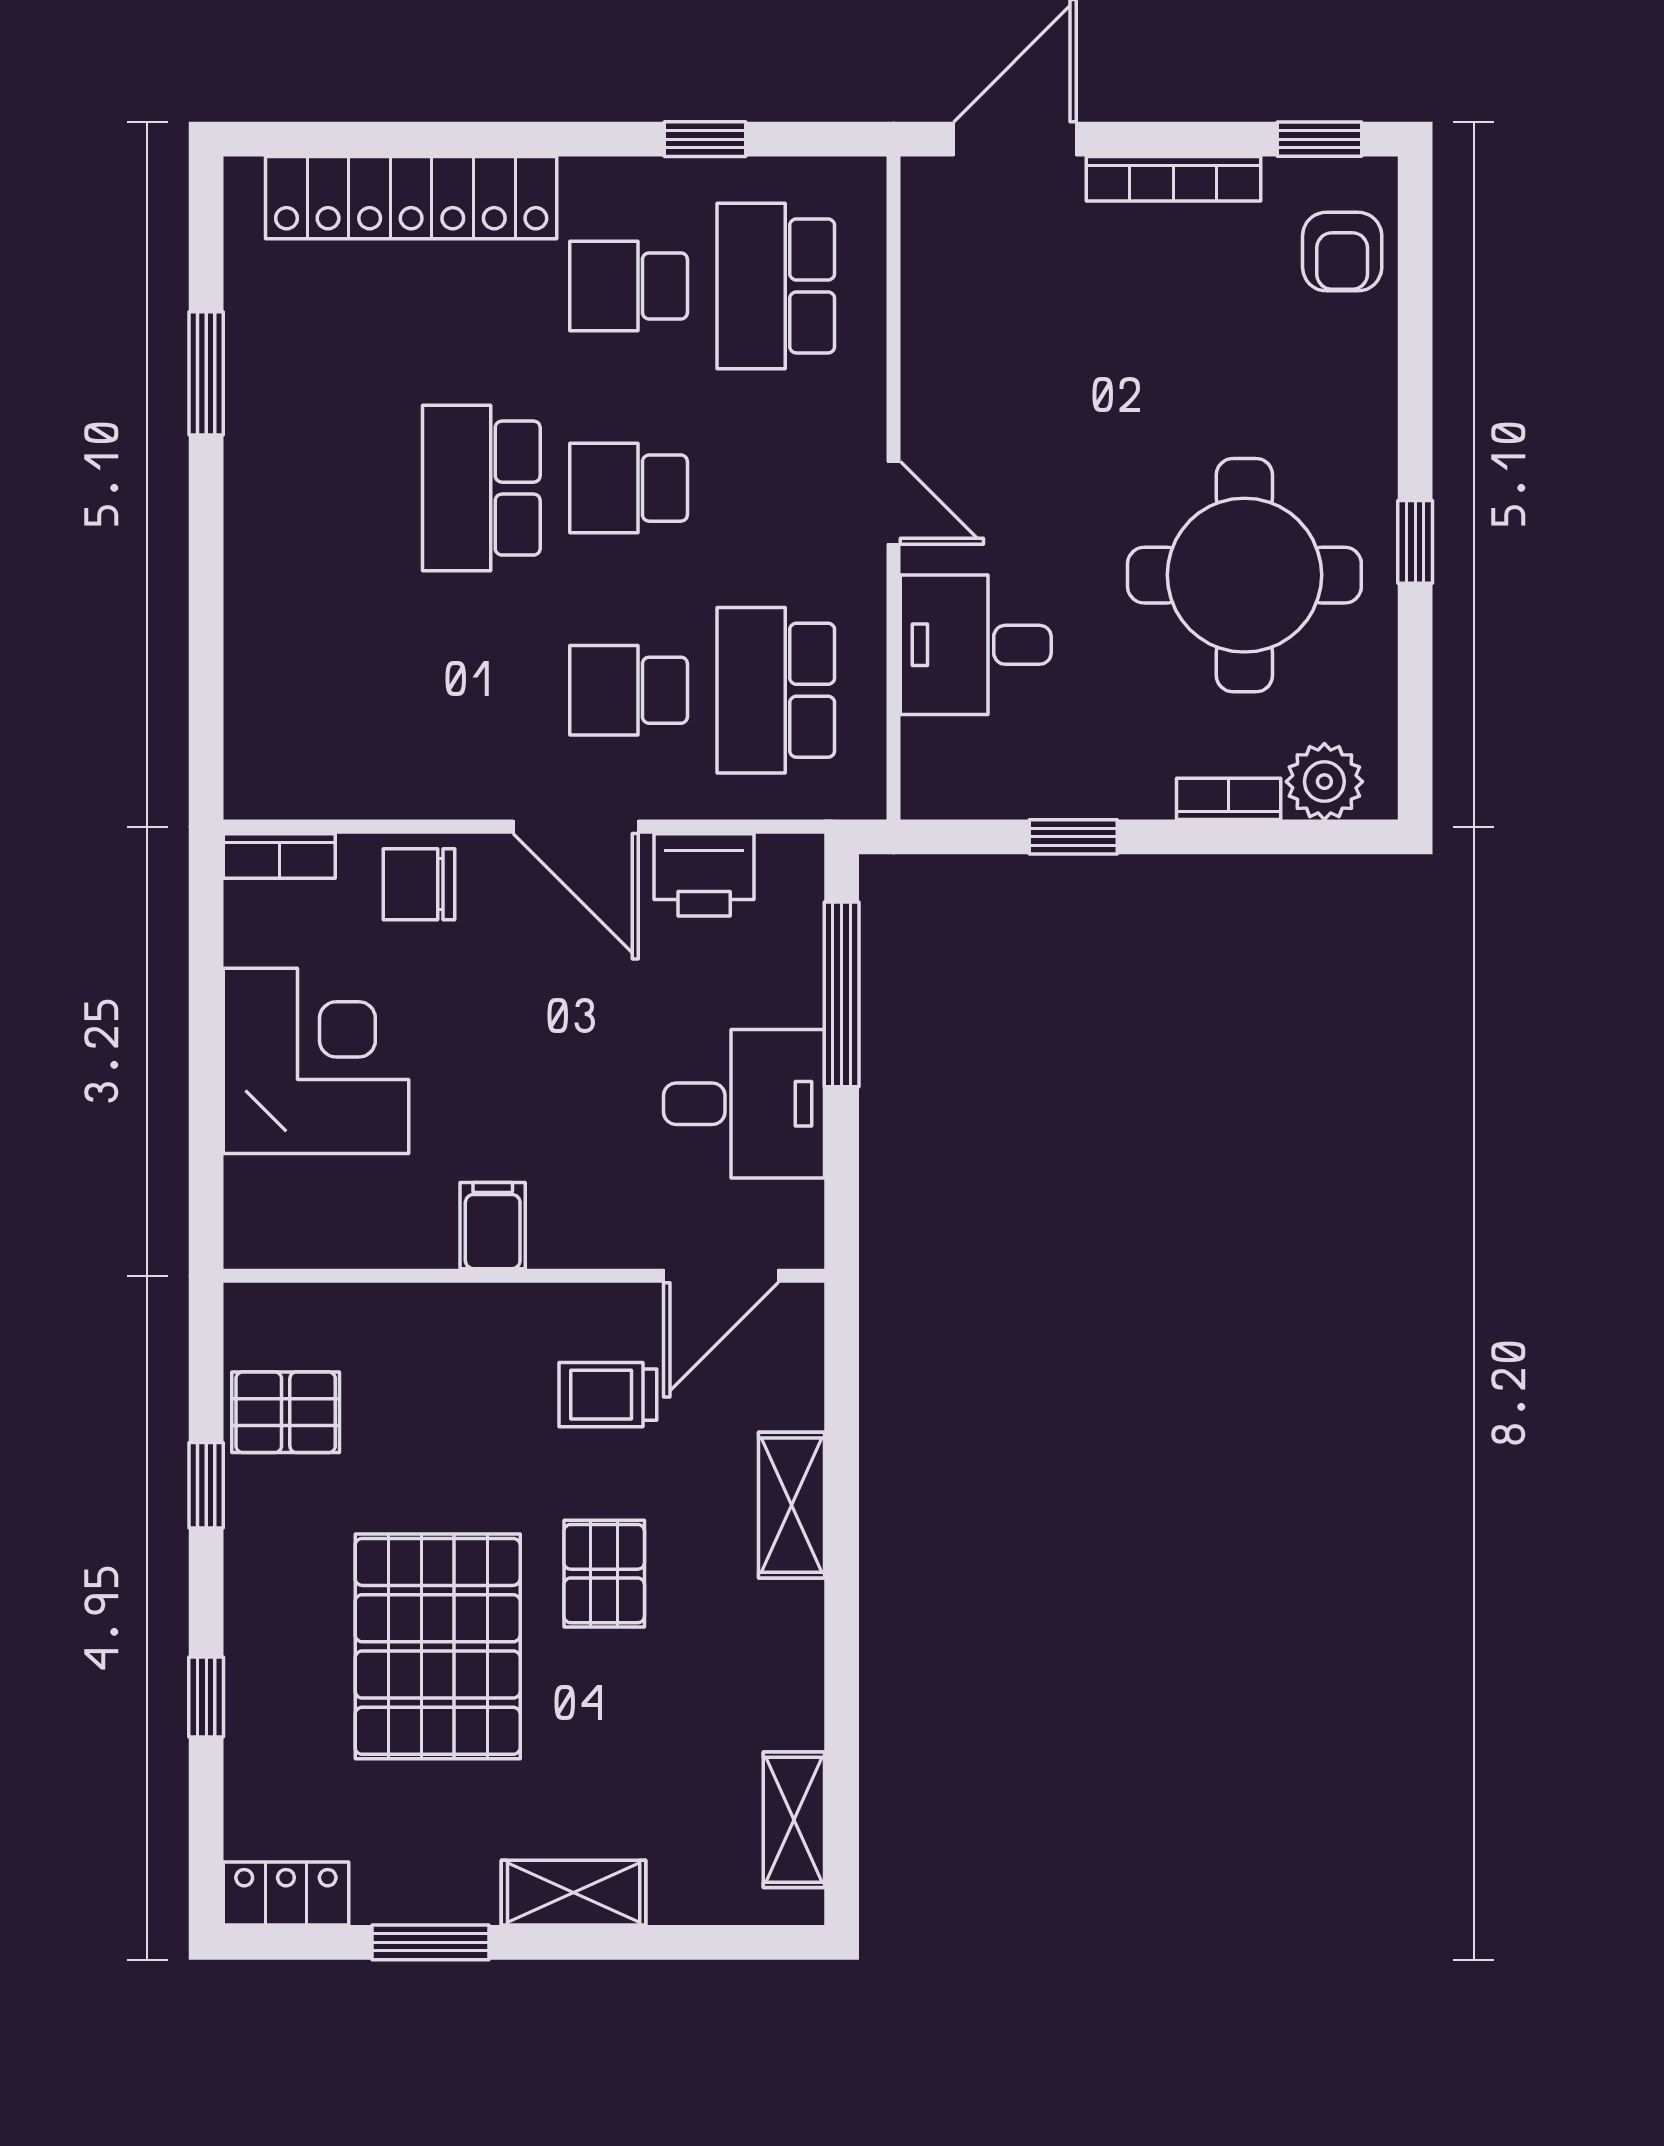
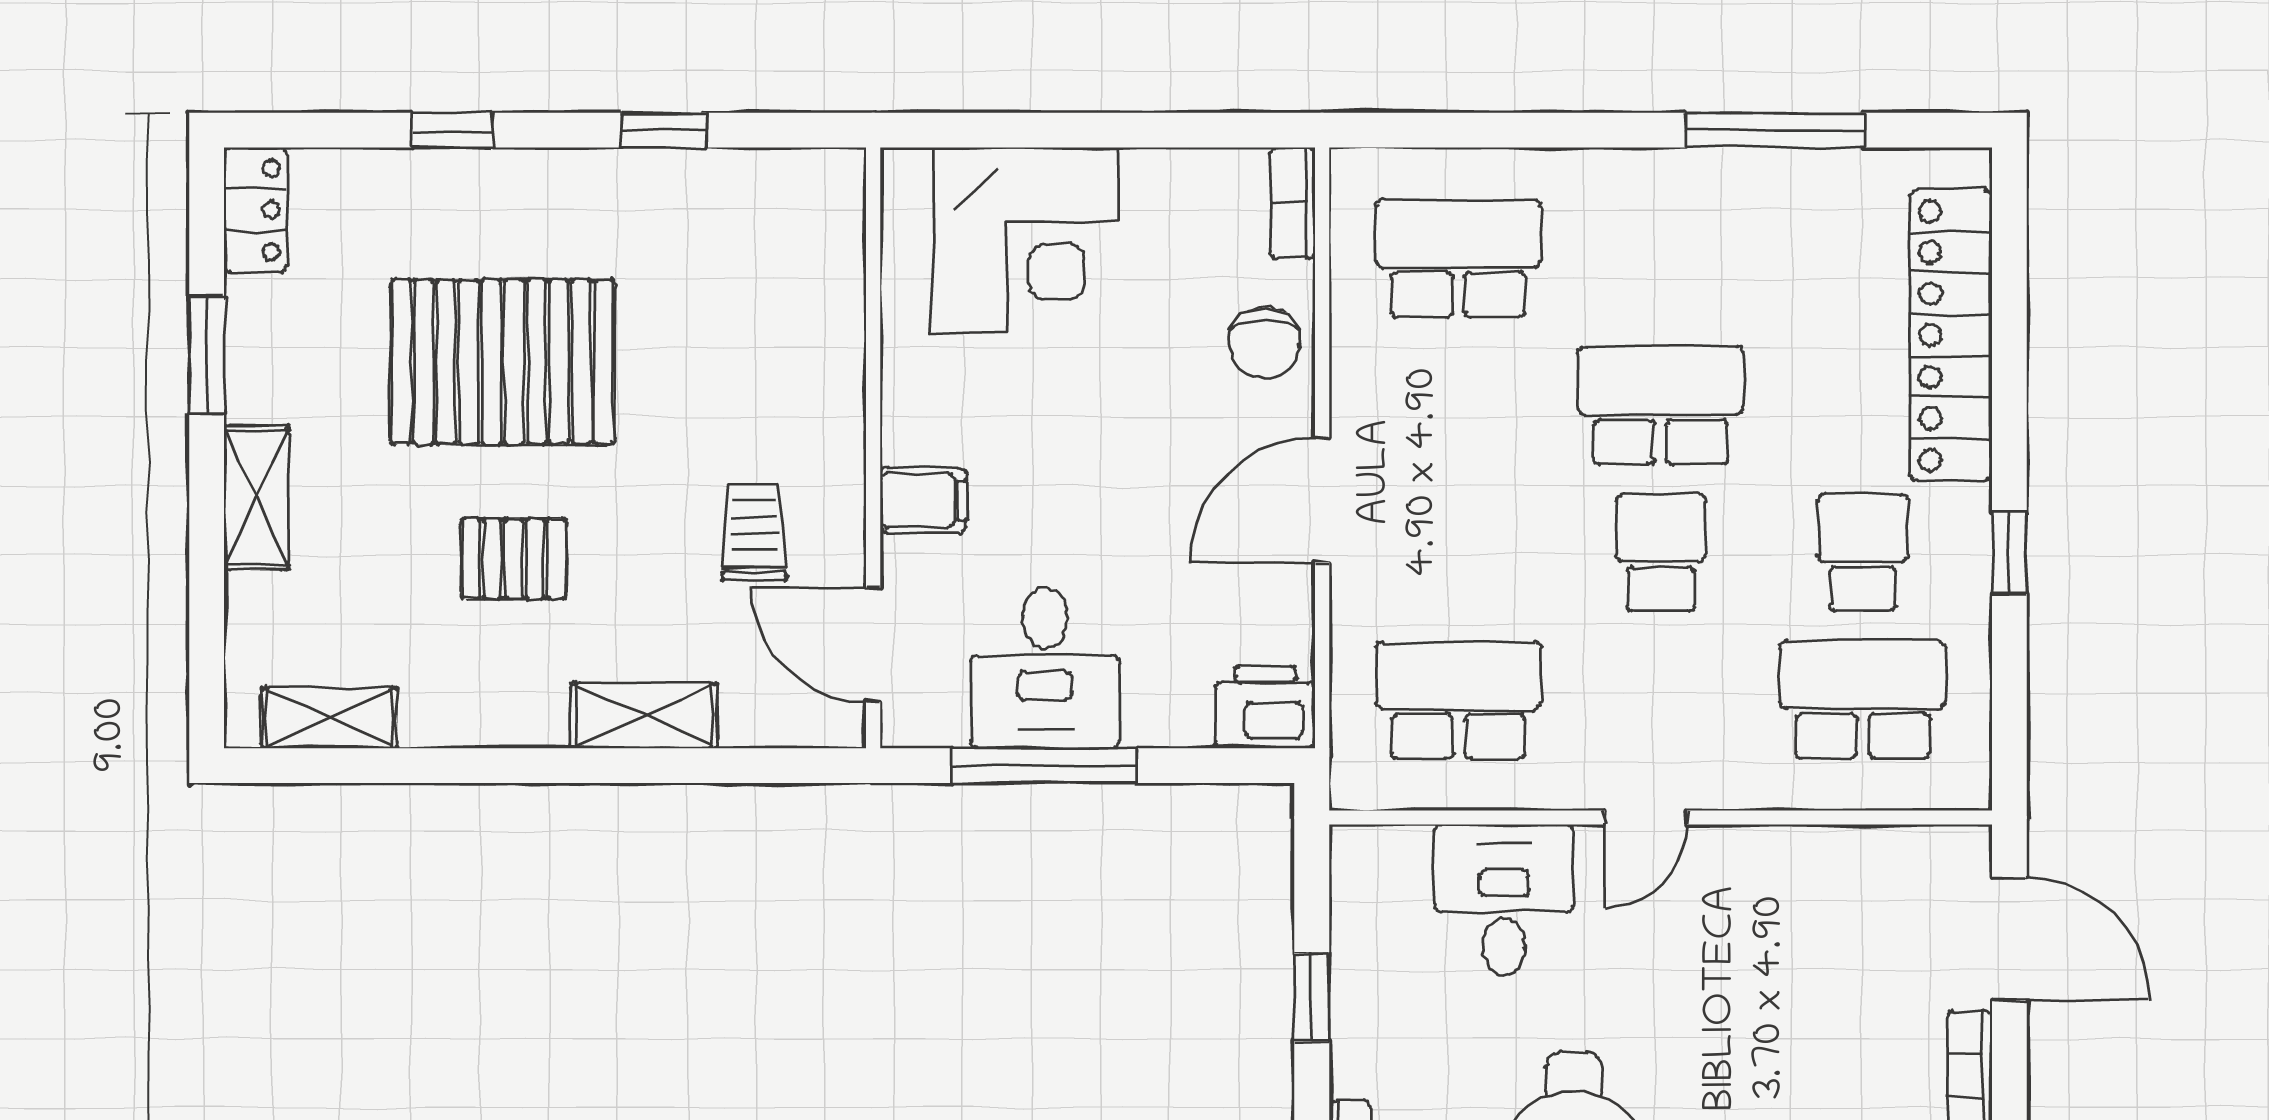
window: (705, 139) -> (2009, 553), moved
window: (206, 373) -> (1775, 130), width x1.44
school desk: (629, 690) -> (1458, 258), moved, width x1.85
printer: (704, 875) -> (1265, 707), moved, turned 90
chair: (419, 884) -> (1264, 343), turned 180
window: (842, 994) -> (1044, 766), moved
corner desk: (316, 1061) -> (1025, 240), moved
filing cabinet: (493, 1226) -> (923, 500), moved
pallet: (286, 1412) -> (737, 210), removed
pallet: (604, 1574) -> (514, 559), moved

